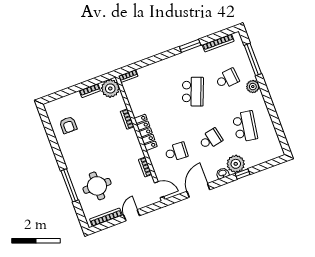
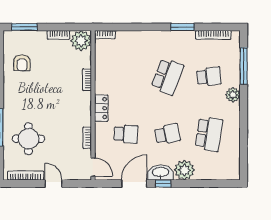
window: (59, 95) -> (24, 27), added
locker: (146, 132) -> (101, 108), width x0.66
washbasin: (223, 173) -> (161, 172), width x1.91, depth x1.45
window: (242, 174) -> (163, 184), moved
door: (132, 215) -> (54, 184), hinge flipped

